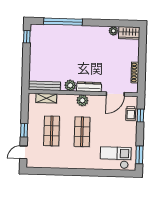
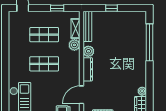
window: (27, 37) -> (112, 8), moved
door: (115, 94) -> (82, 95), hinge flipped
plant: (82, 100) -> (74, 45), moved
window: (24, 130) -> (57, 8), moved

